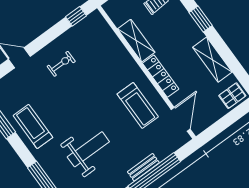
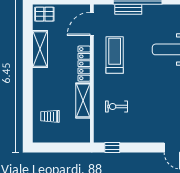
window: (201, 19) -> (28, 83), removed
exercise bike: (61, 64) -> (117, 107), moved
bench: (143, 167) -> (128, 9), moved

